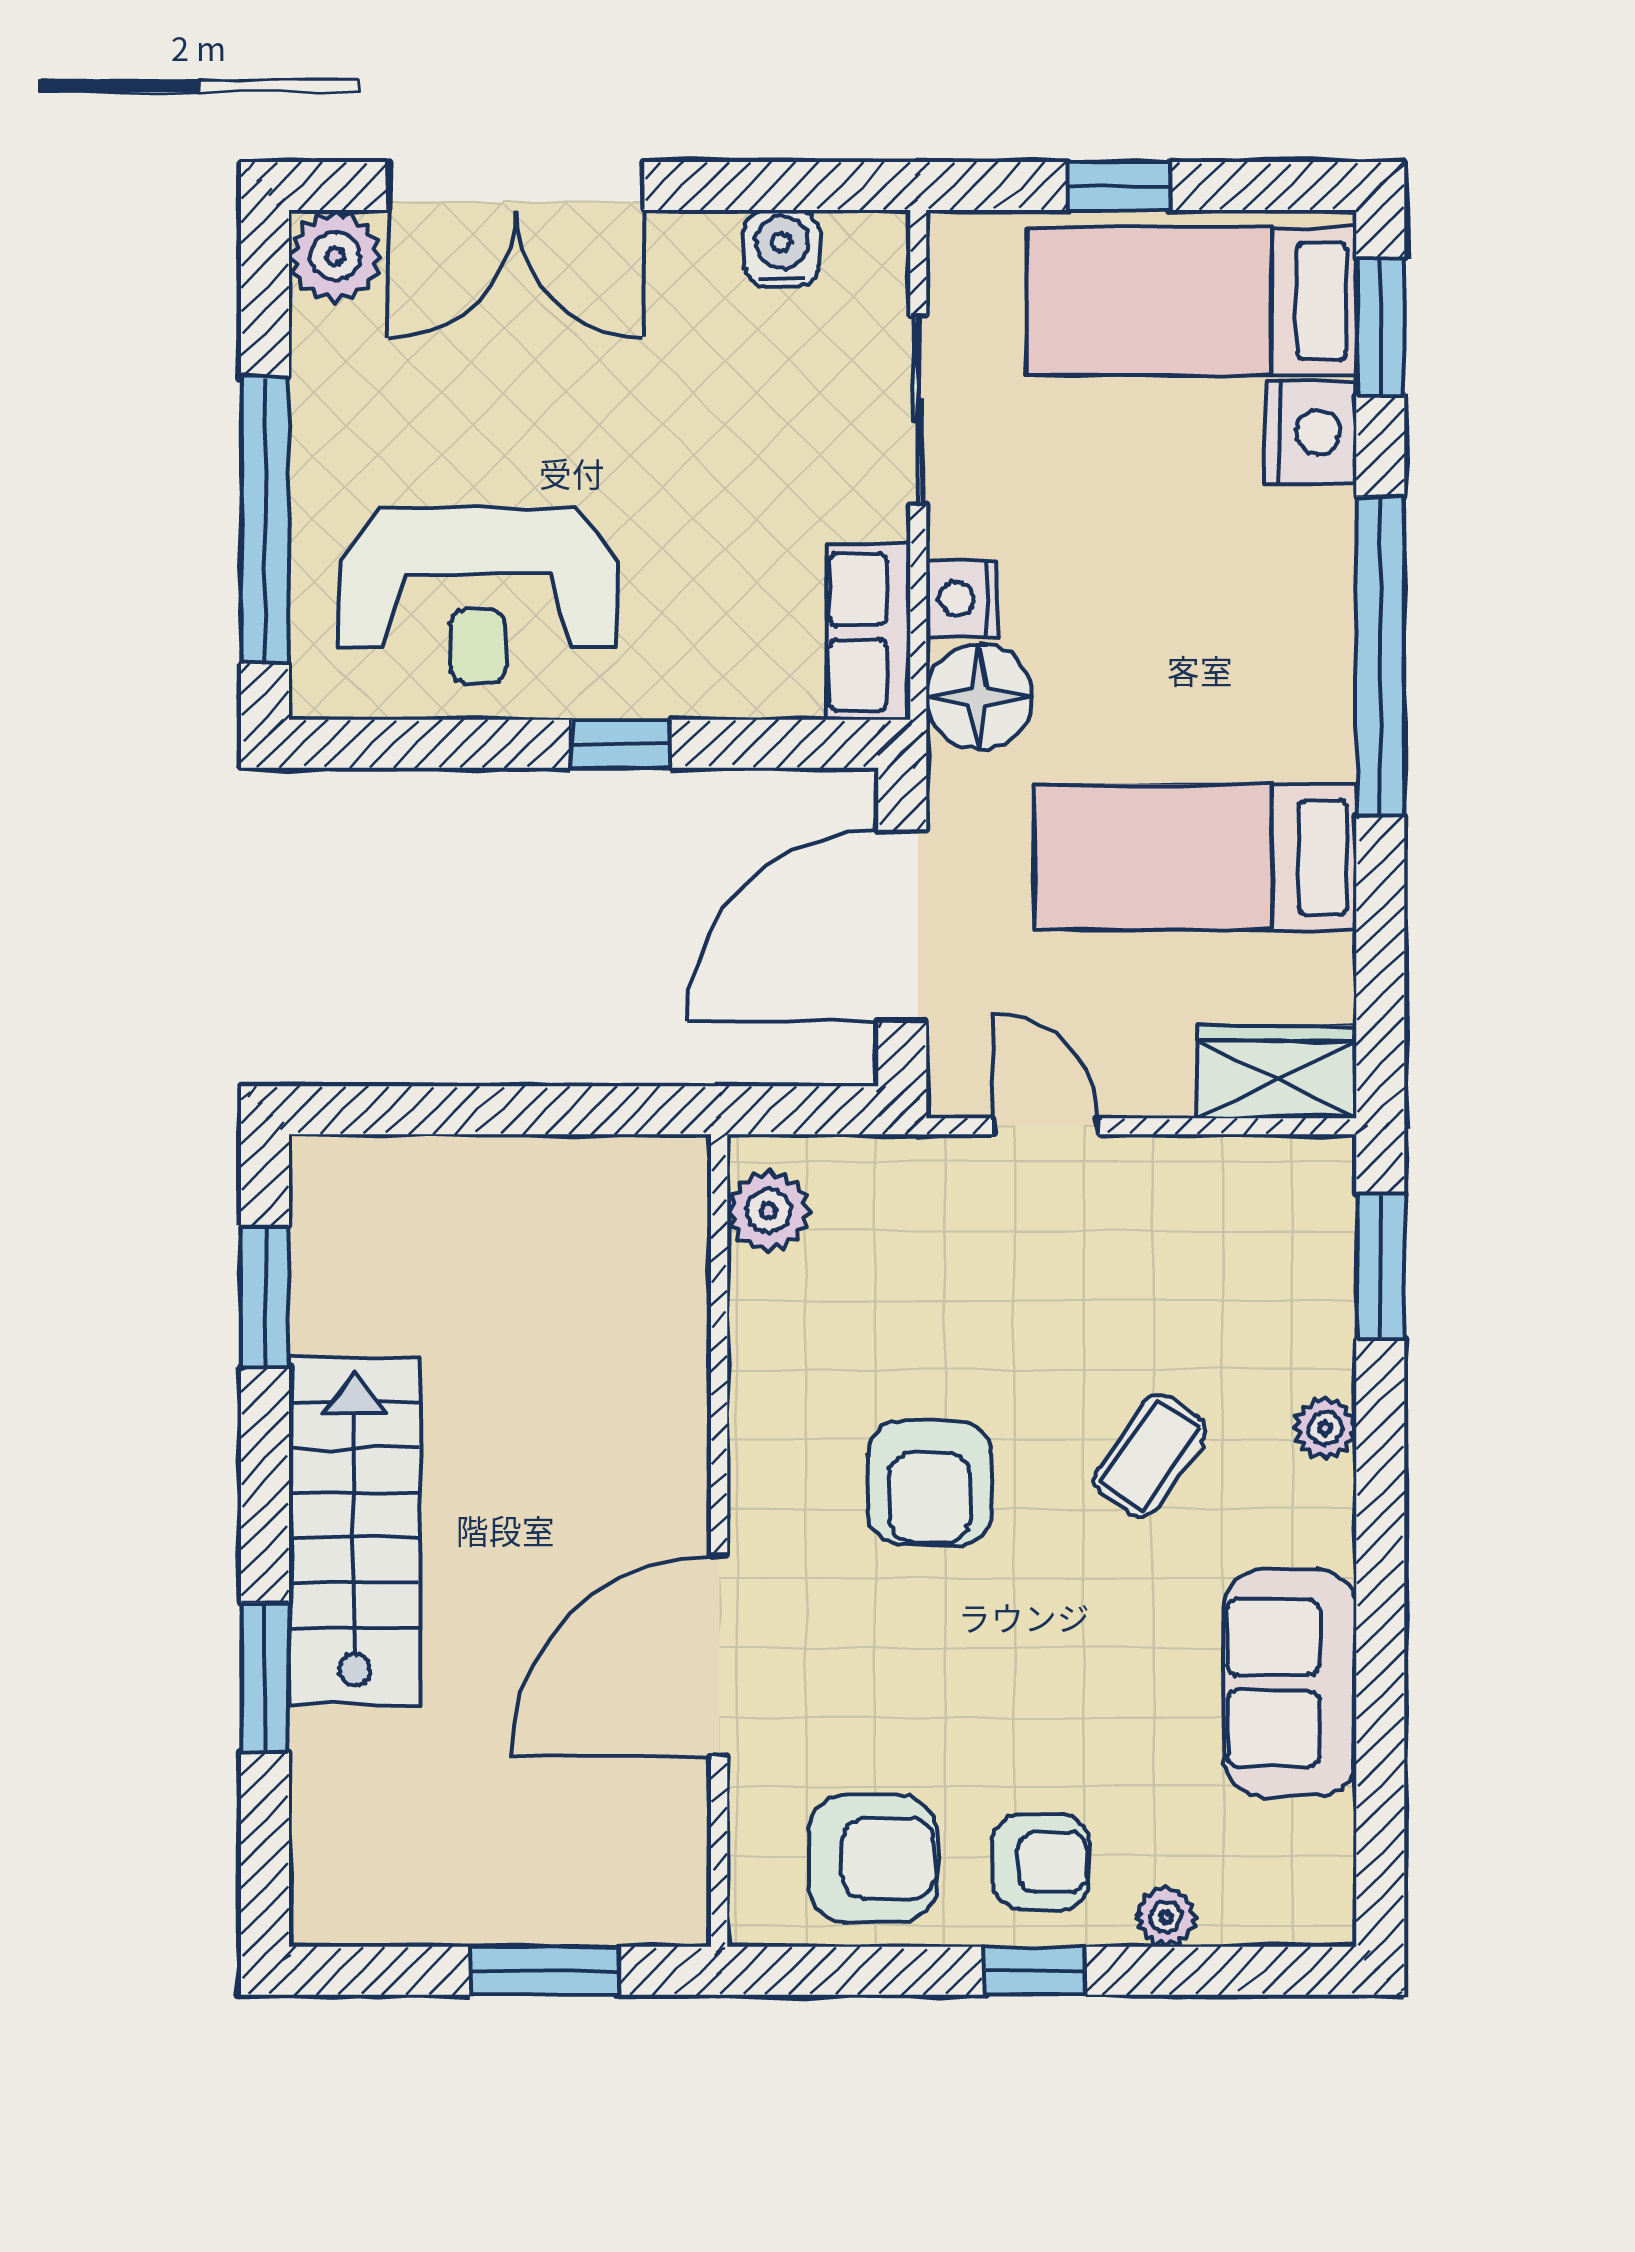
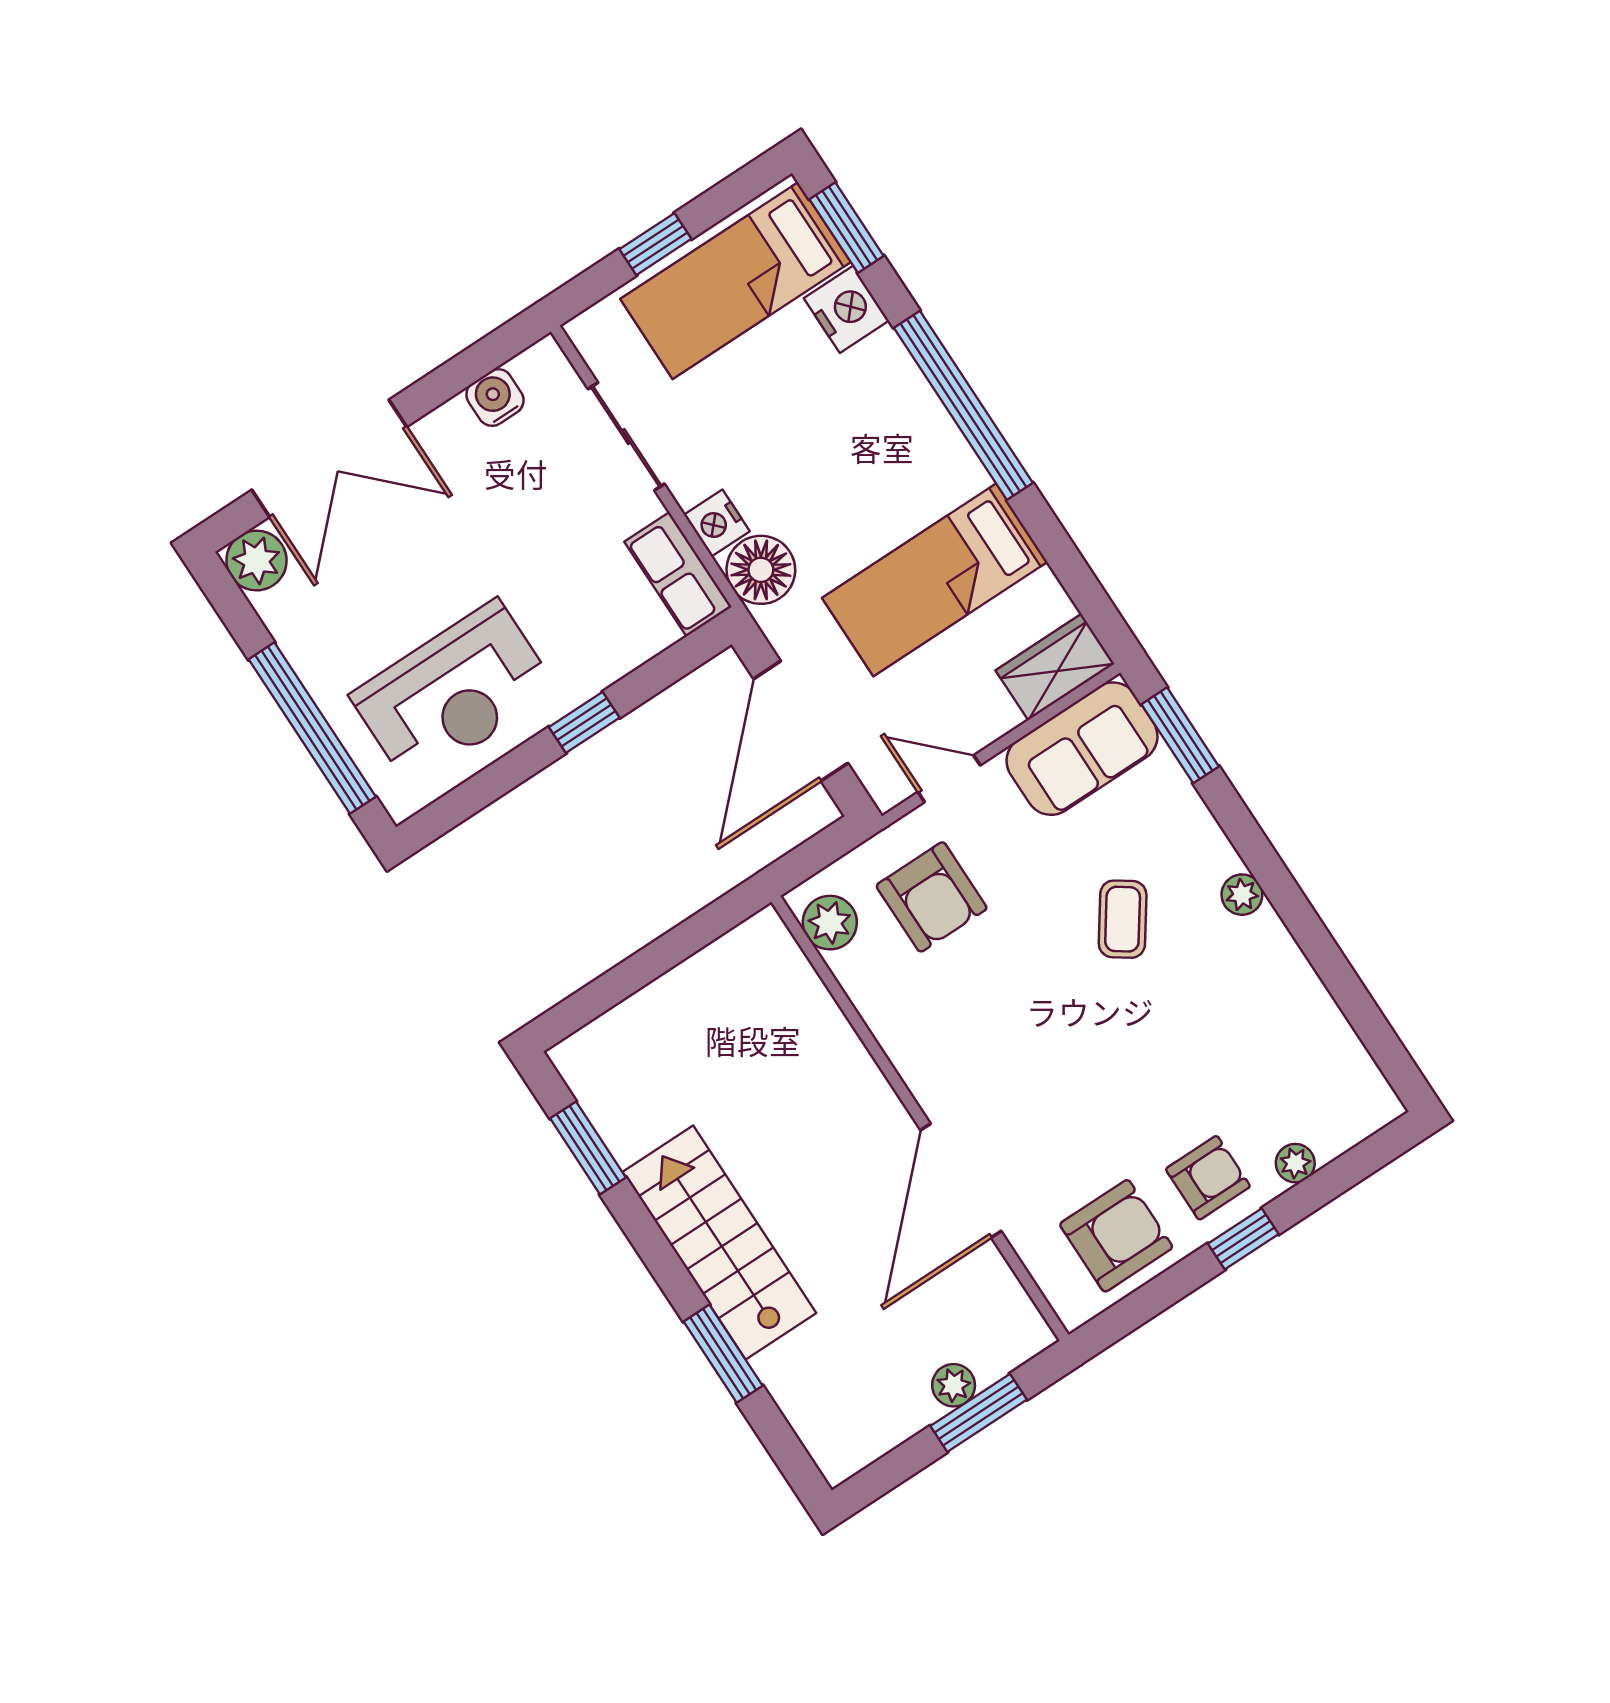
plant: (1325, 1428) -> (1242, 895), moved
armchair: (930, 1483) -> (932, 897), moved
sofa: (1290, 1683) -> (1082, 749), moved, turned -90
plant: (536, 1914) -> (954, 1385), added

